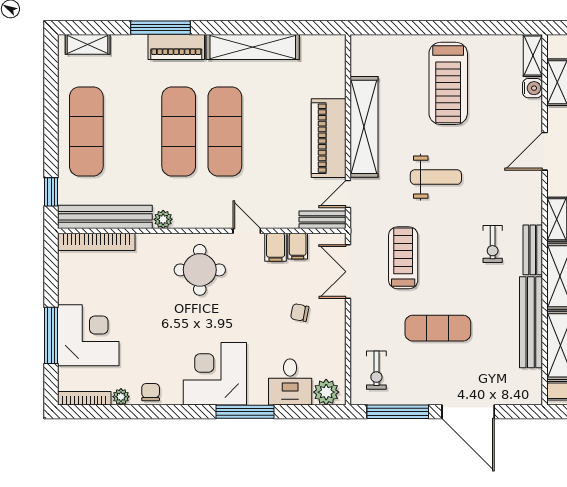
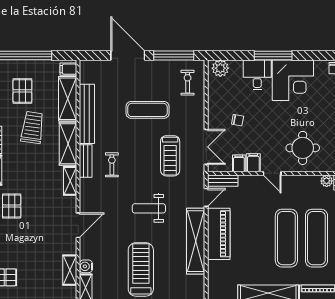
desk: (290, 382) -> (257, 75), moved

